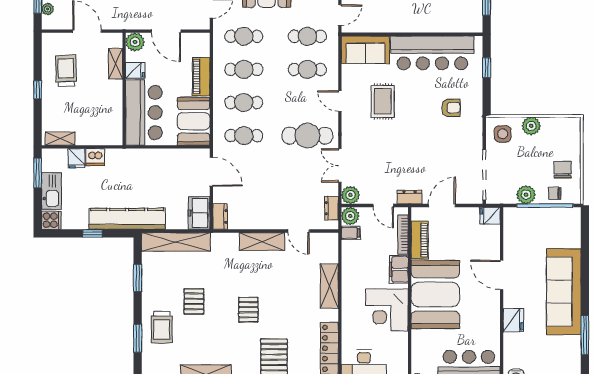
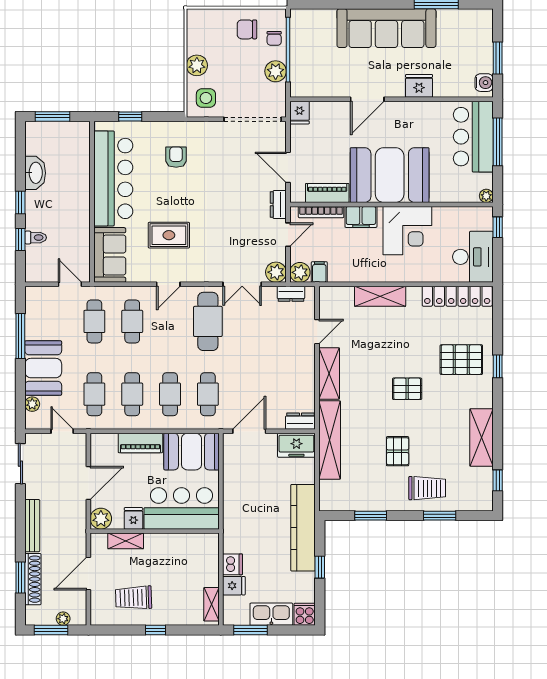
shelving: (176, 242) -> (330, 440), moved
pallet: (194, 301) -> (398, 451), turned 90

